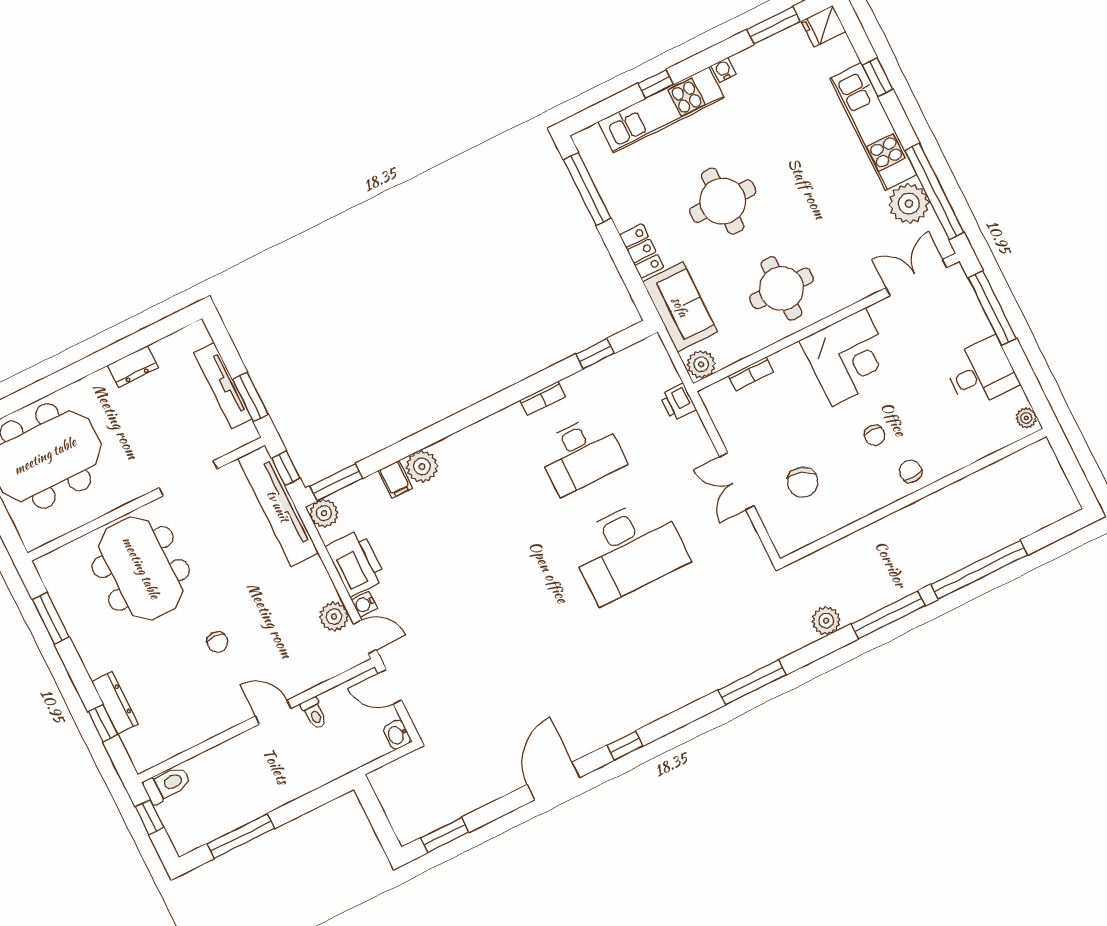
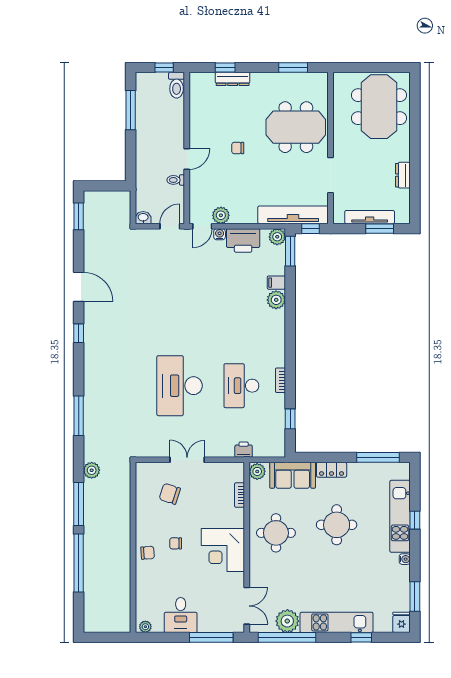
window: (250, 397) -> (380, 229), moved

